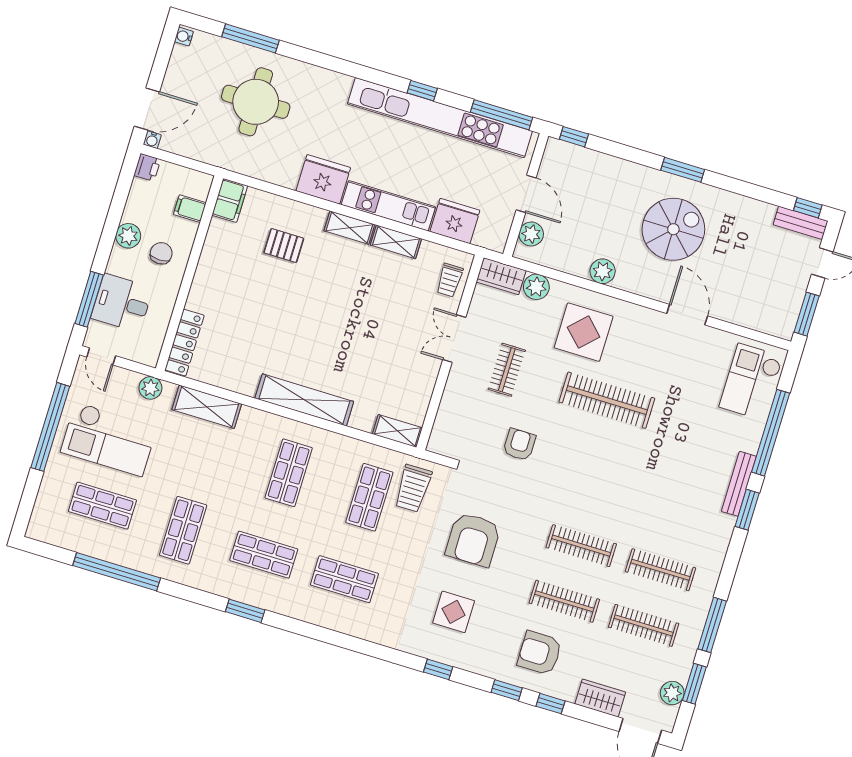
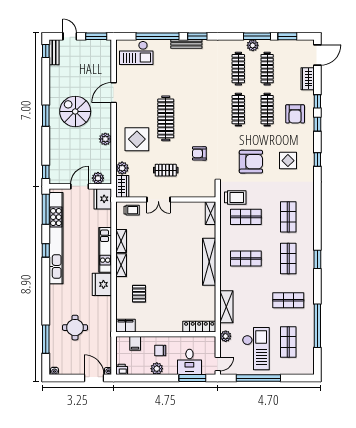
round table: (256, 102) -> (75, 328), width x0.73, depth x0.73
fridge: (455, 221) -> (103, 199), moved
plant: (672, 693) -> (253, 45), moved

